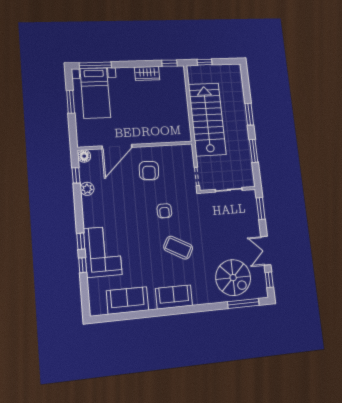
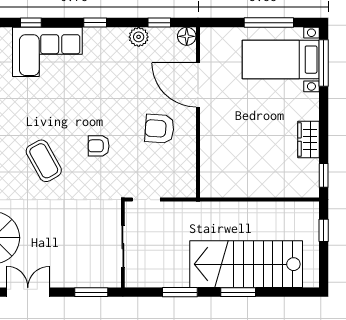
window: (71, 102) -> (269, 23), width x1.44
stairs: (207, 119) -> (246, 264), moved, turned 180
window: (81, 241) -> (95, 23), moved
coffee table: (178, 248) -> (44, 161), turned -58

